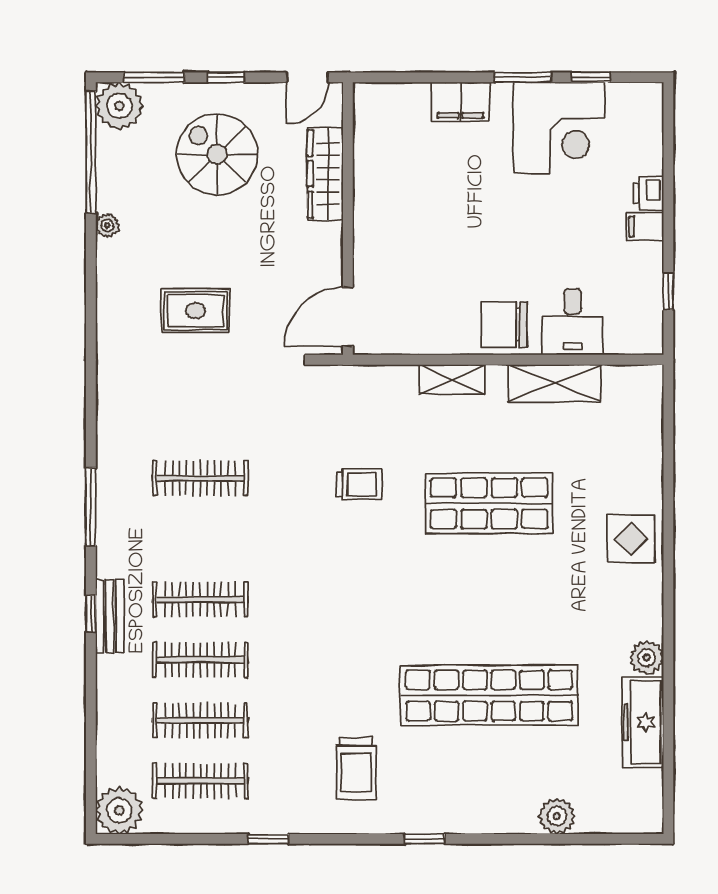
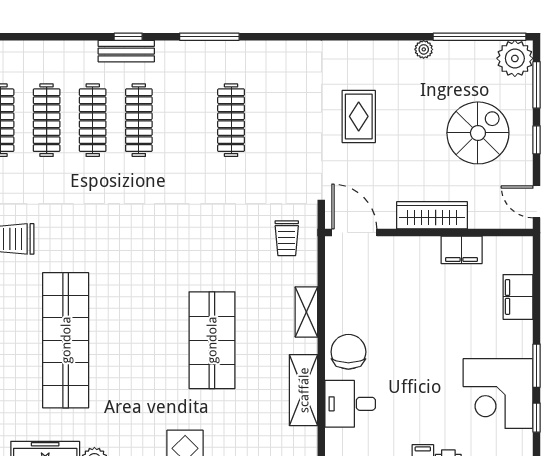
filing cabinet: (461, 102) -> (518, 297), moved
wardrobe: (325, 174) -> (432, 215), moved
filing cabinet: (371, 176) -> (462, 250), added
trolley: (359, 484) -> (287, 238), moved

